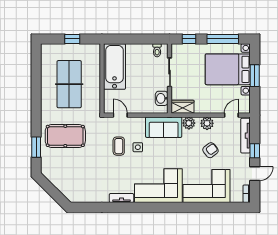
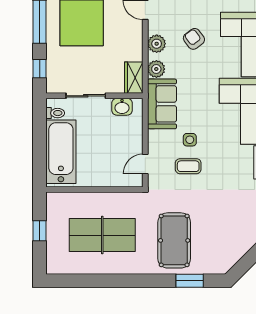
bathtub: (114, 66) -> (61, 152), moved, turned 90

